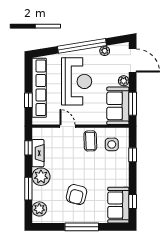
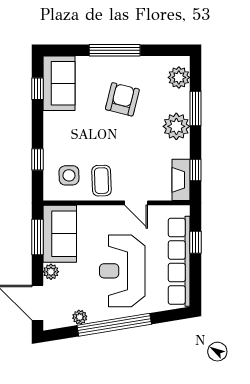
fireplace: (38, 153) -> (181, 180), moved

